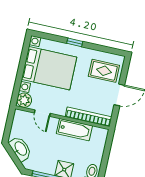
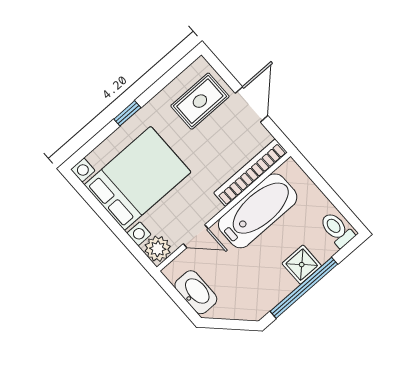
bathtub: (74, 130) -> (258, 211), width x1.36, depth x1.36
washbasin: (20, 149) -> (196, 292), moved, turned 45

